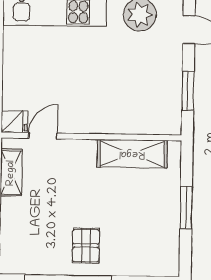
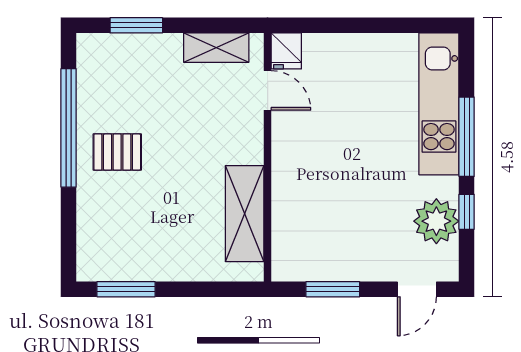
window: (186, 207) -> (126, 289), moved

